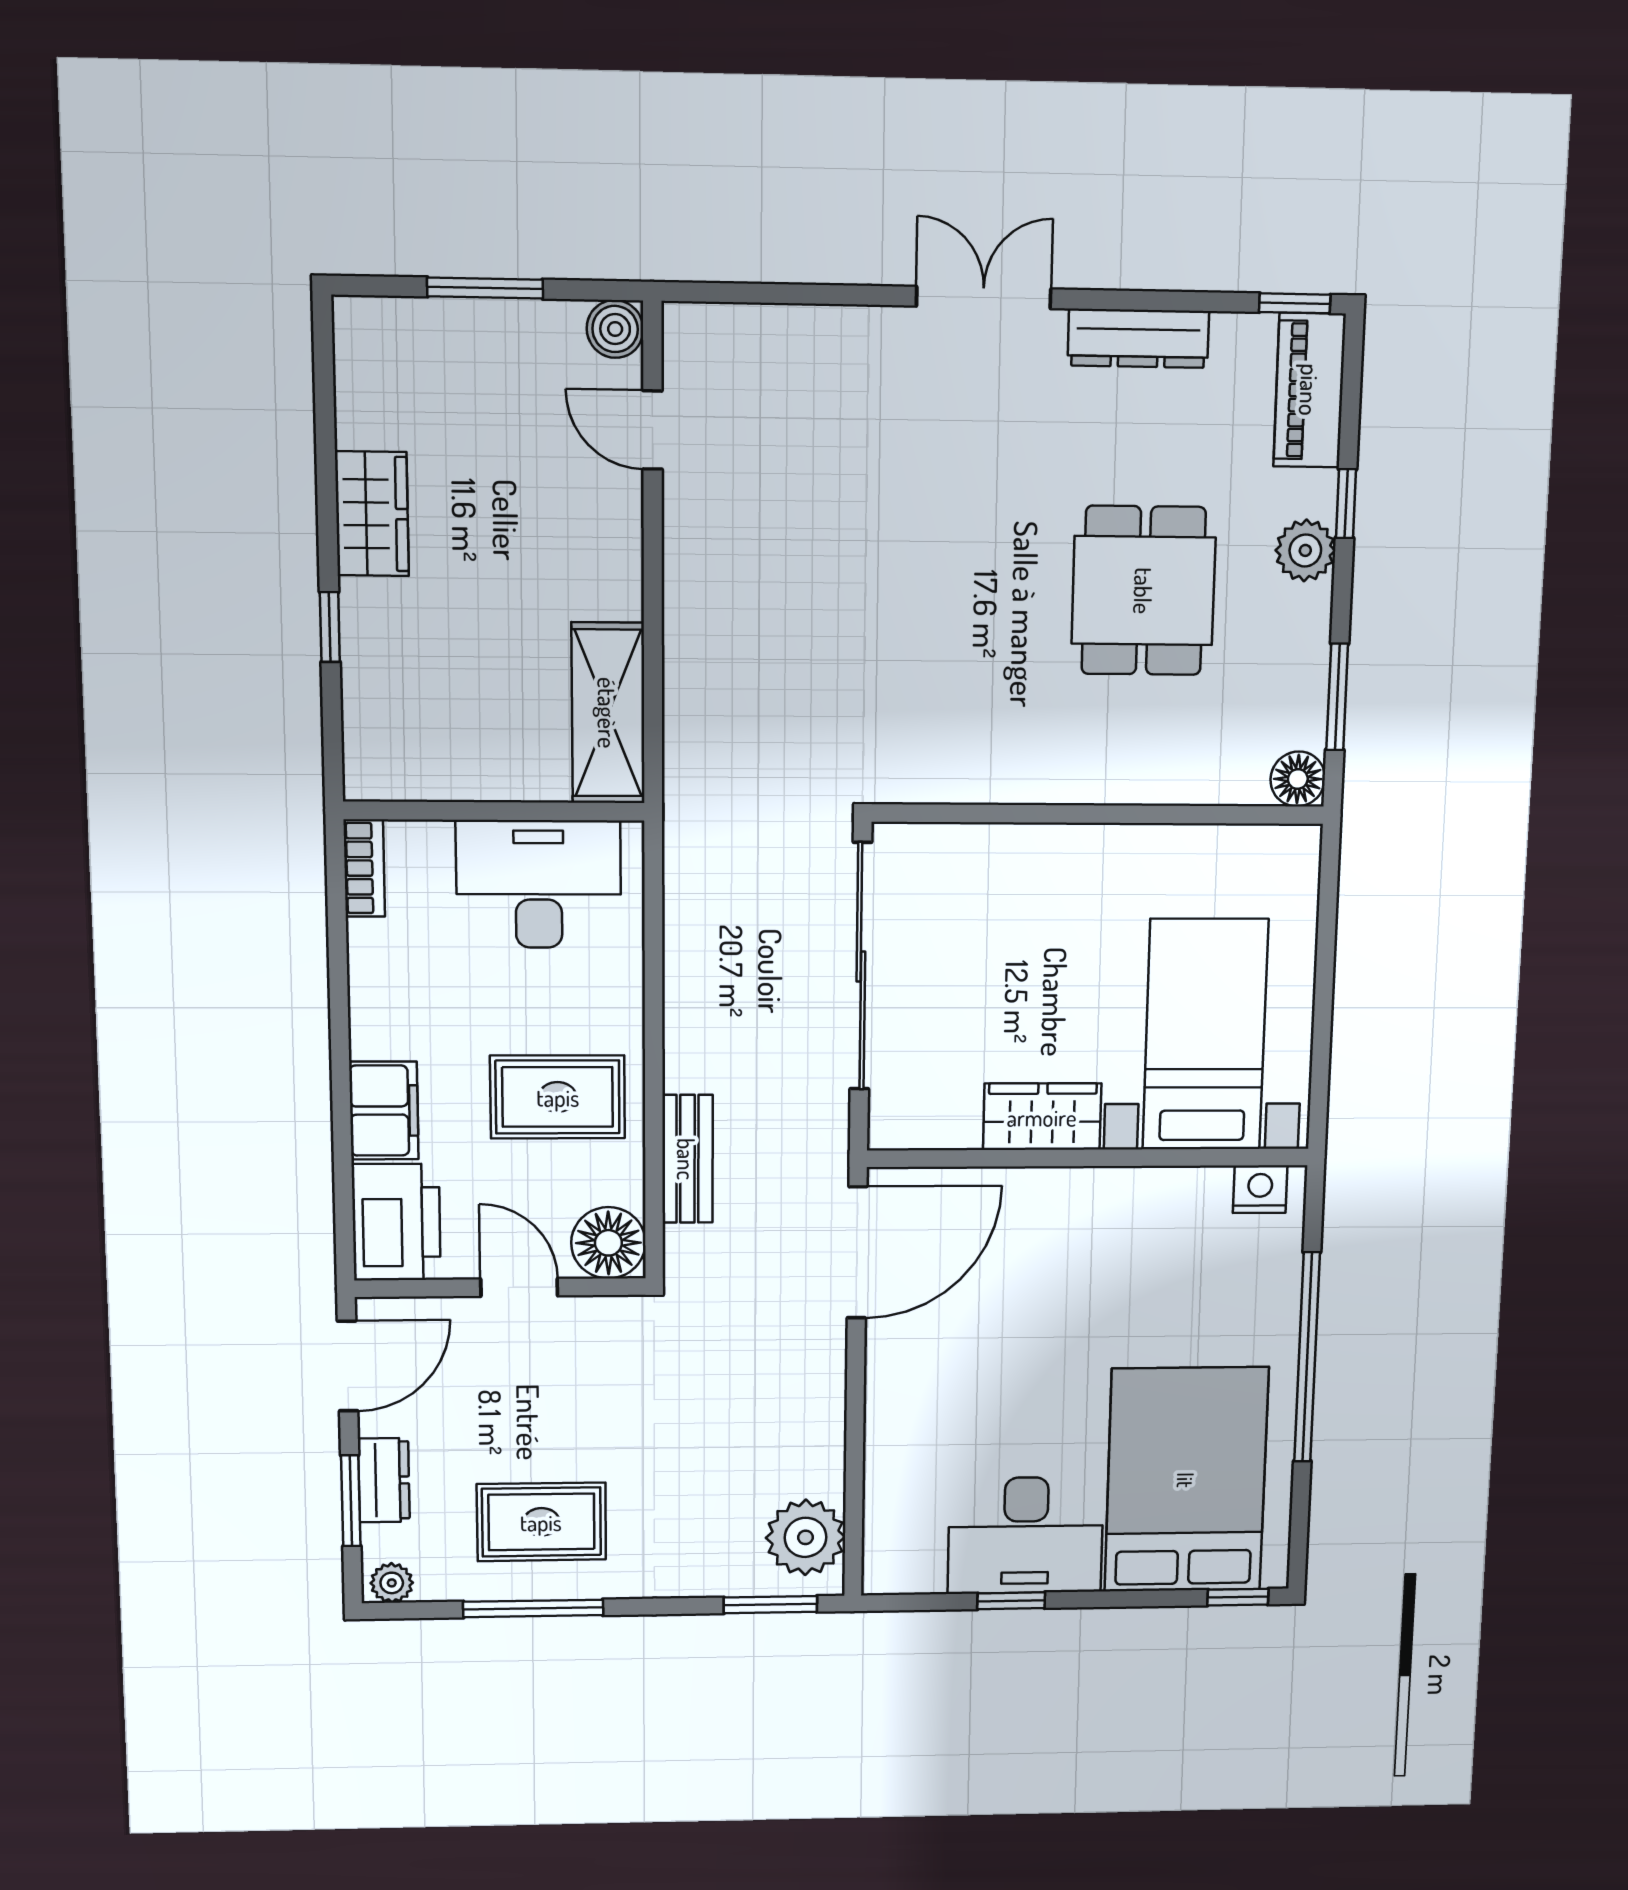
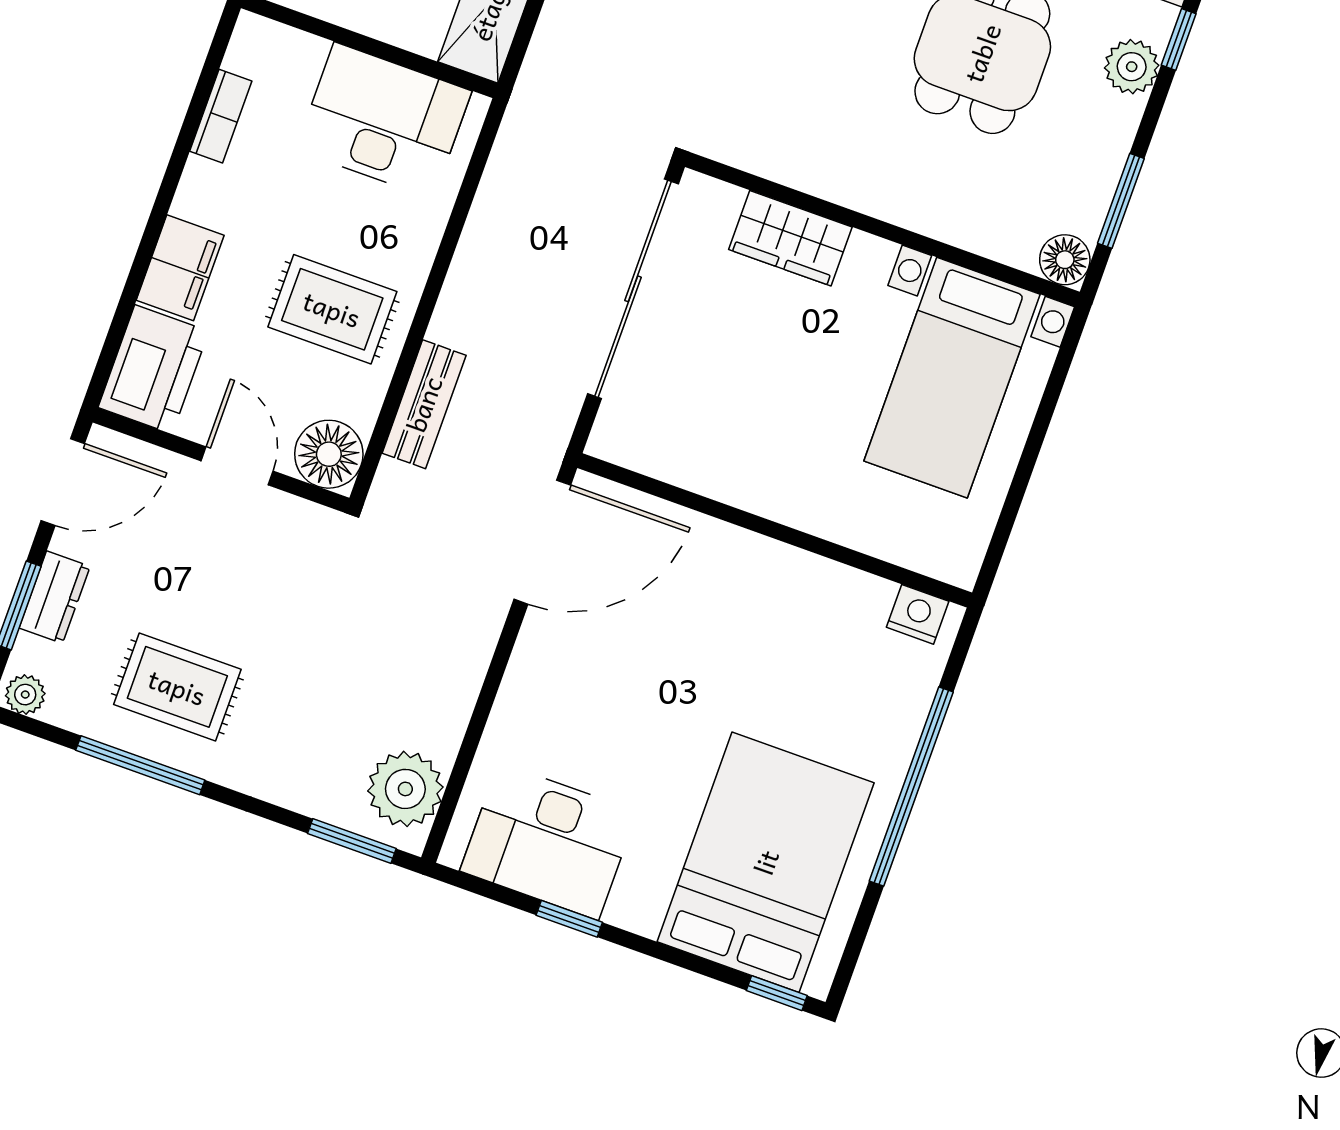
bookcase: (364, 868) -> (221, 116), moved
bed with nightstands: (1205, 1035) -> (952, 378), moved, turned 180
wardrobe: (1042, 1117) -> (790, 238), moved, turned 180
desk: (1026, 1535) -> (549, 841), moved

